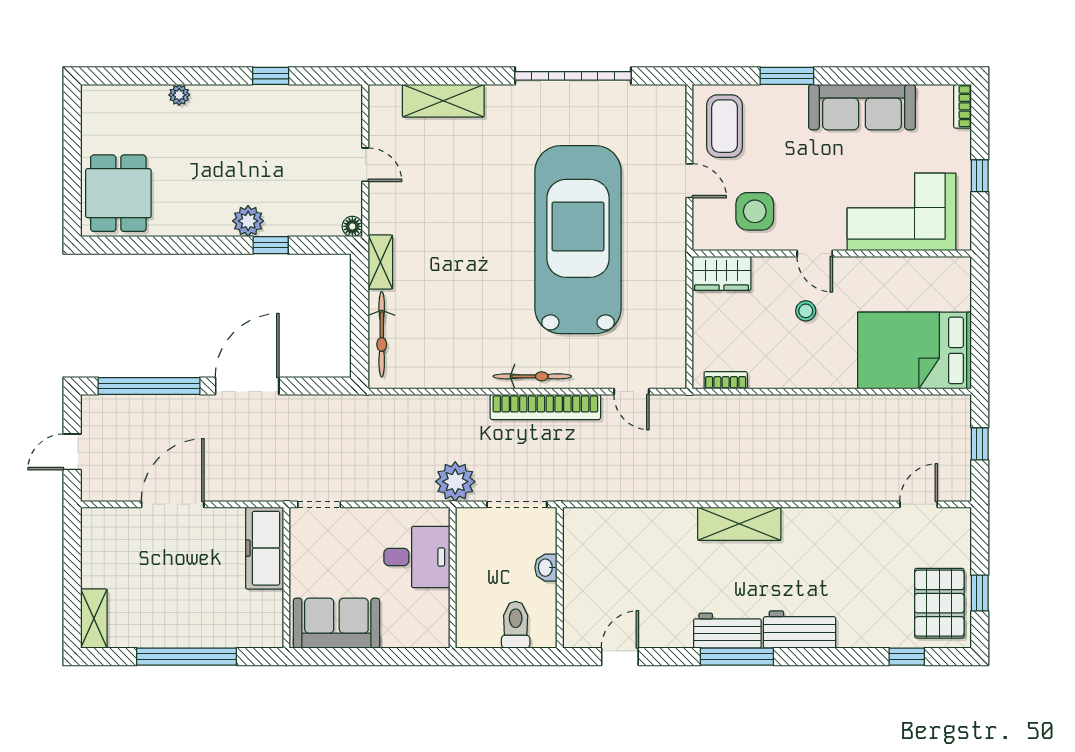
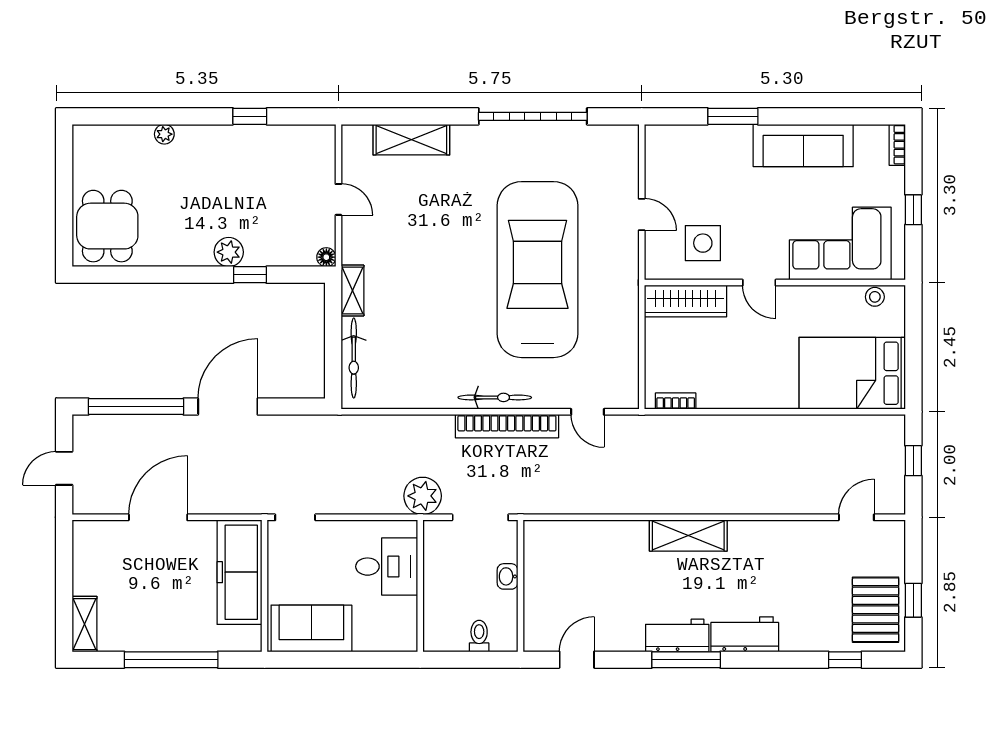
coffee table: (725, 126) -> (675, 163), removed
wardrobe: (722, 273) -> (685, 301), width x1.50
stool: (806, 311) -> (875, 297), moved
freezer: (265, 548) -> (239, 572), width x1.36, depth x1.26
toilet: (516, 625) -> (479, 636), width x0.73, depth x0.72

